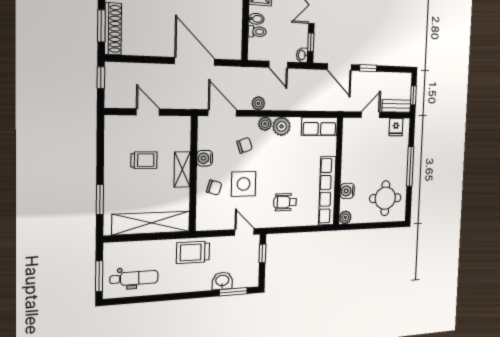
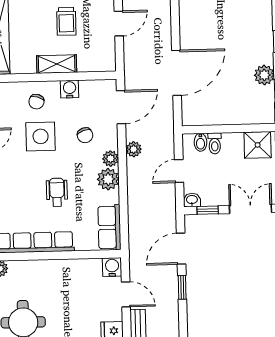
bidet: (256, 19) -> (200, 142), moved
water cooler: (347, 191) -> (112, 267), moved
wheelchair: (285, 202) -> (57, 192), moved

